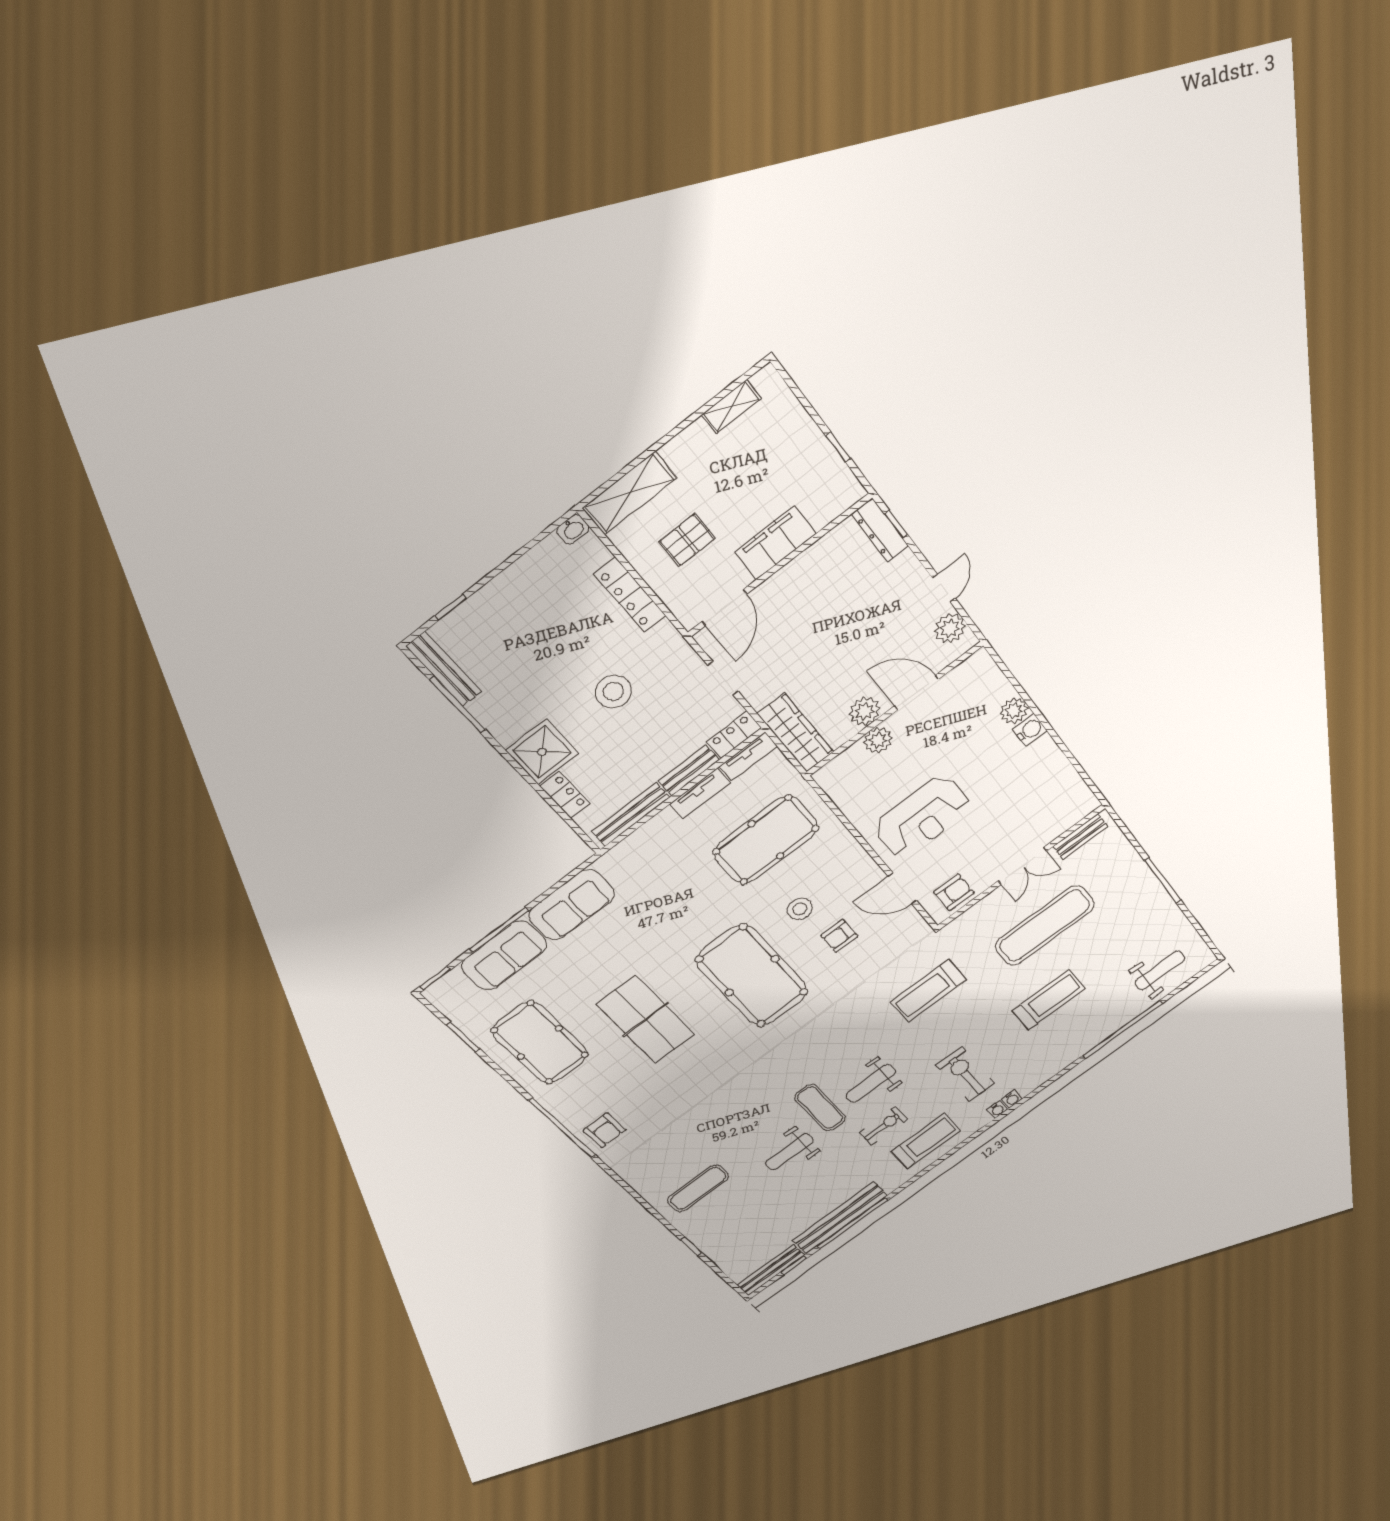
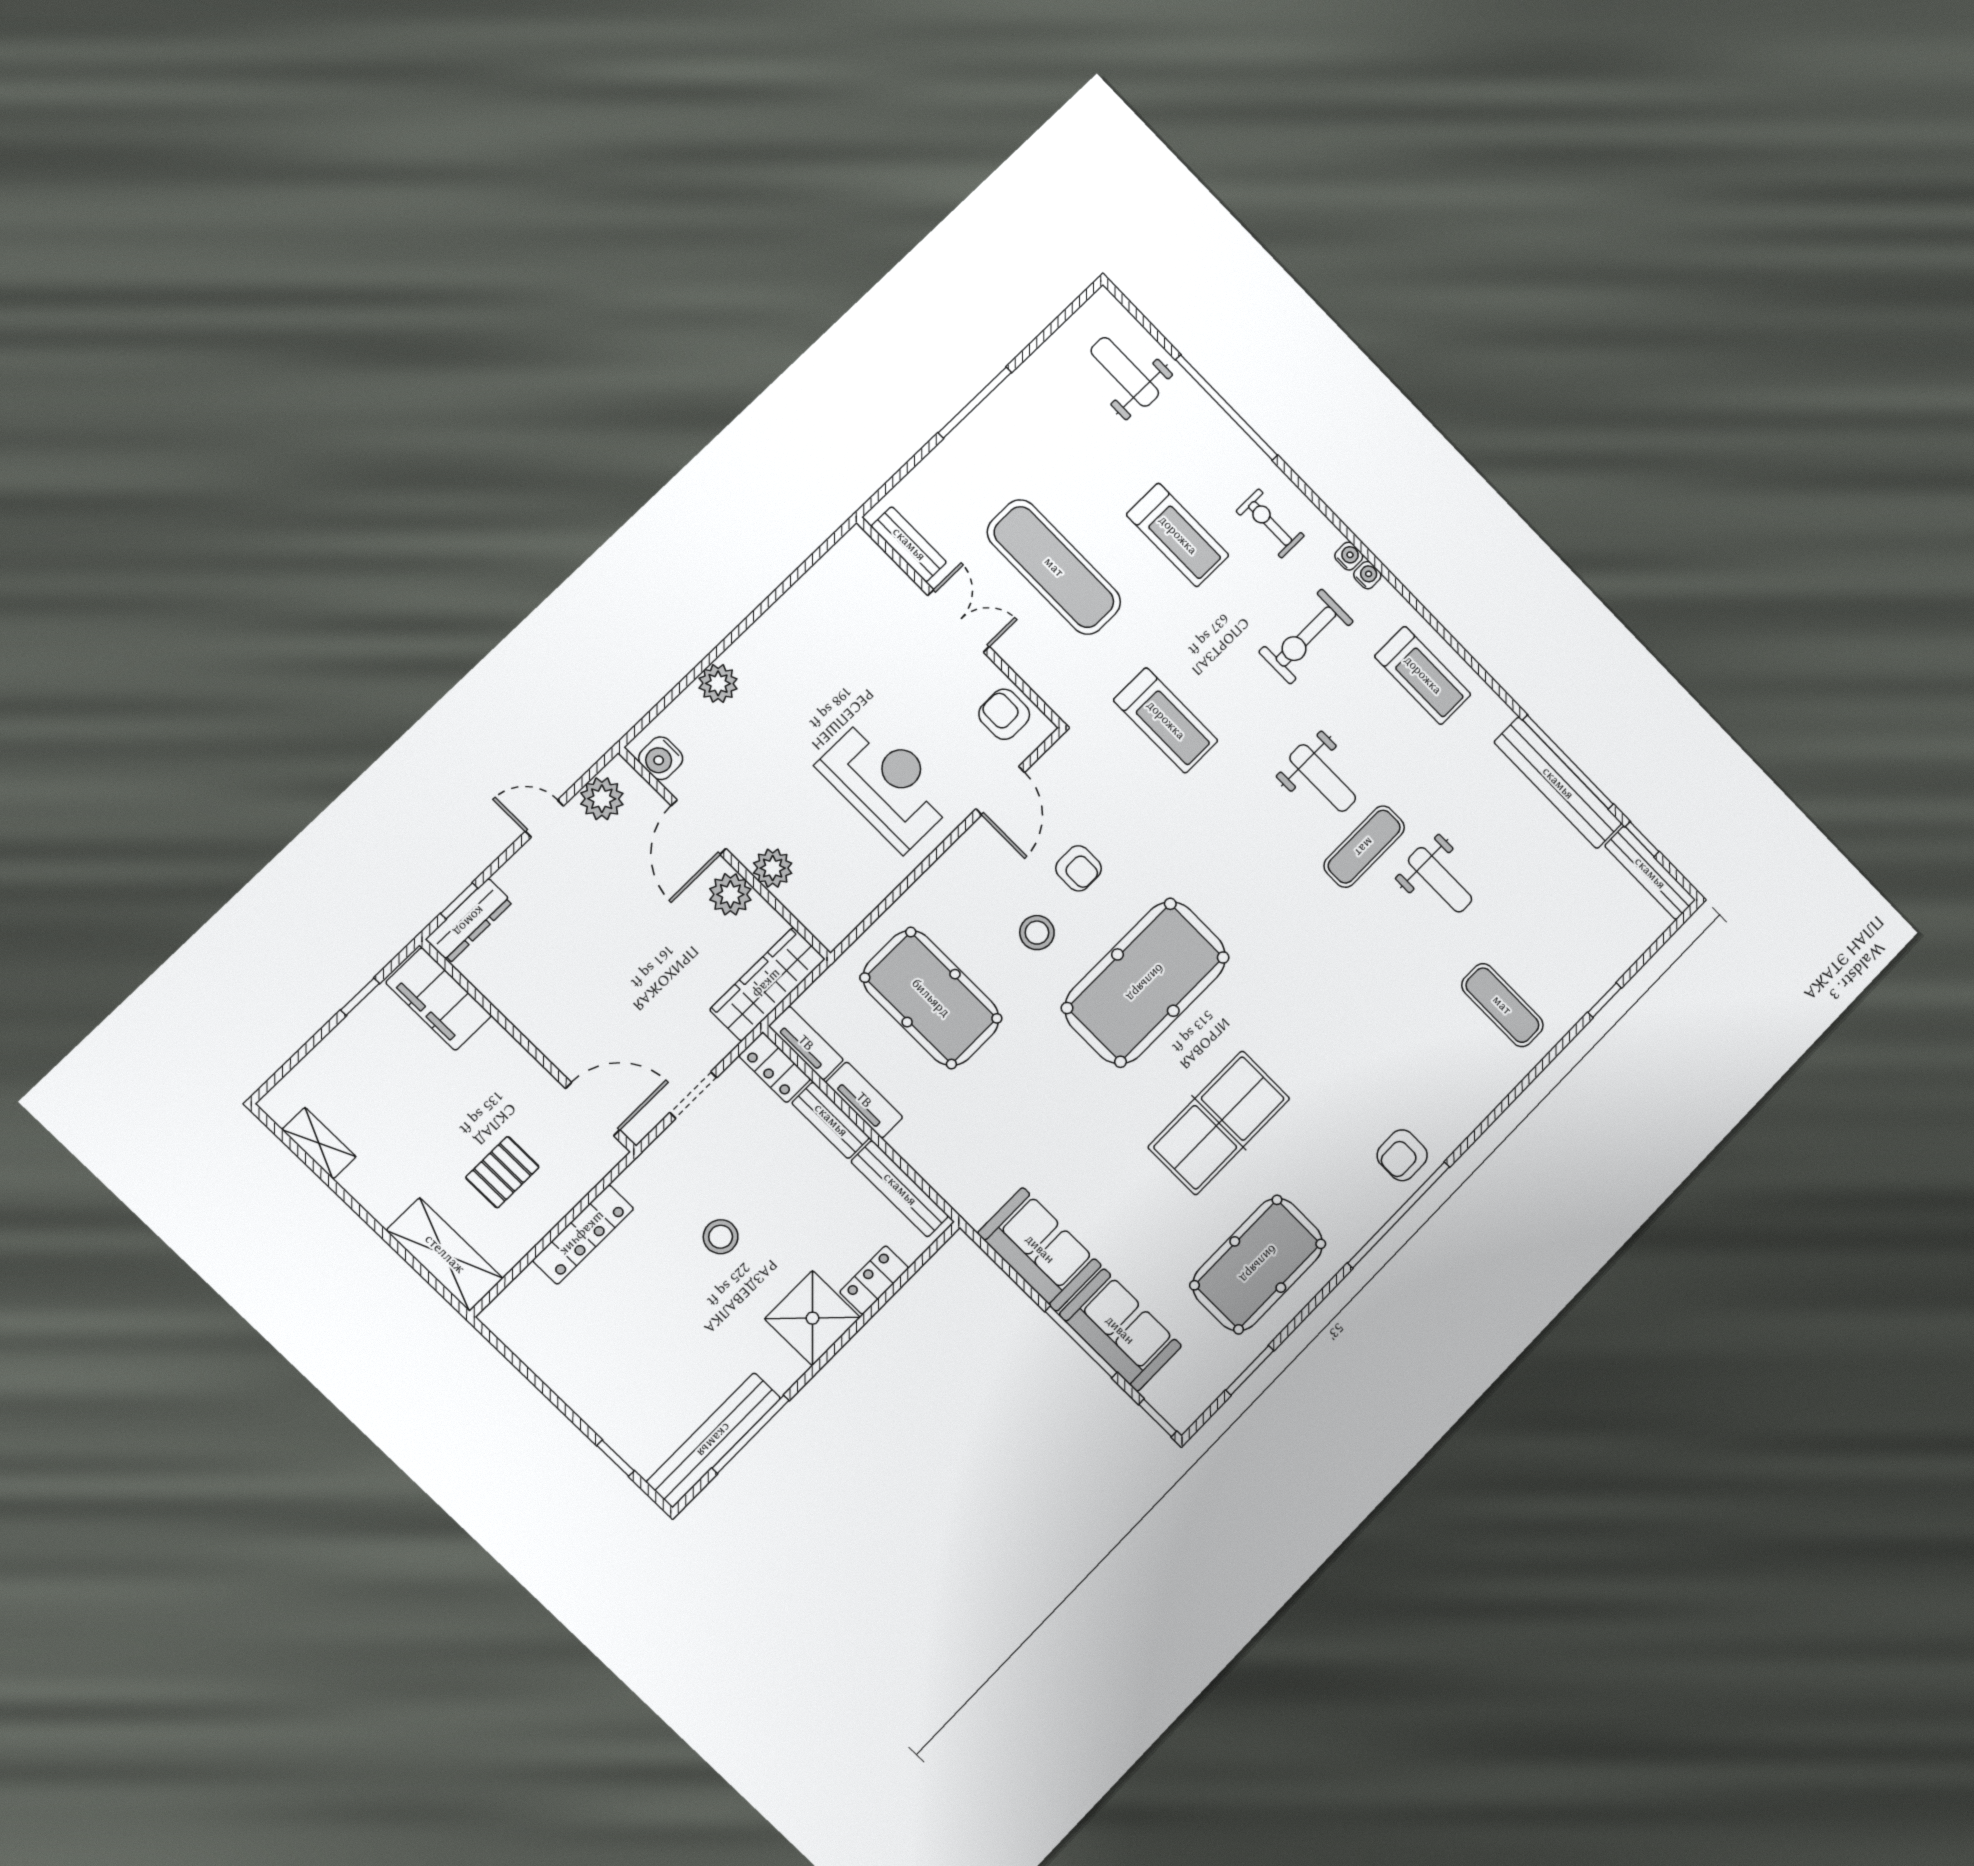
washbasin: (573, 529) -> (499, 1319), removed
pallet: (687, 540) -> (502, 1172), turned 90
filing cabinet: (775, 543) -> (439, 999), moved
bench: (444, 669) -> (714, 1440), width x1.37, depth x1.21
stool: (613, 692) -> (721, 1237), width x0.73, depth x0.73
water cooler: (1030, 730) -> (661, 758), moved, turned -90
treadmill: (1048, 1000) -> (1178, 535), turned 180
exercise bike: (884, 1126) -> (1270, 523), moved
armchair: (604, 1130) -> (1402, 1155), turned 180
treadmill: (926, 1141) -> (1423, 675), turned 180

